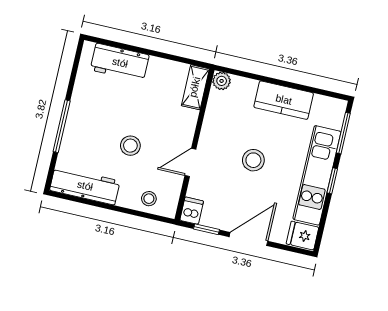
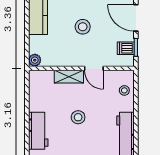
shelving: (195, 87) -> (69, 77), moved
stool: (130, 146) -> (78, 117), moved
dishwasher: (192, 211) -> (126, 48), moved

